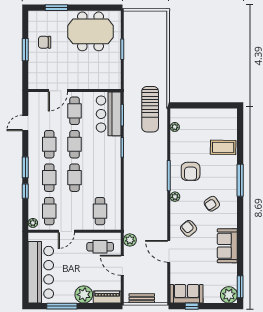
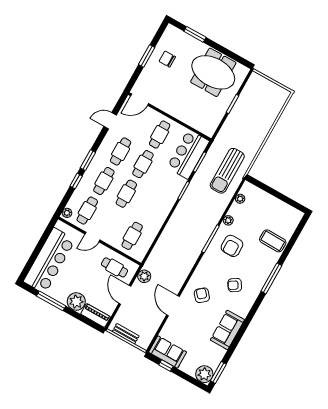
door: (58, 91) -> (140, 100), moved
plant: (175, 197) -> (228, 220), moved

